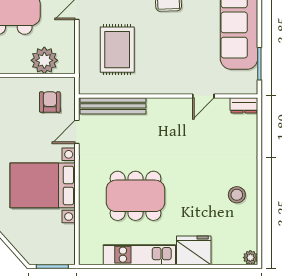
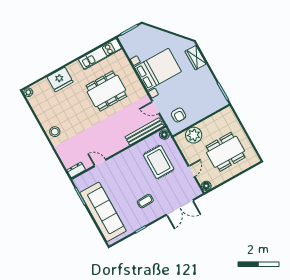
floor lamp: (87, 85) -> (164, 135), added
door: (203, 96) -> (100, 163), hinge flipped
door: (77, 132) -> (156, 107), swing flipped
stool: (237, 195) -> (55, 132), moved
kitchen unit: (139, 255) -> (100, 54), moved

